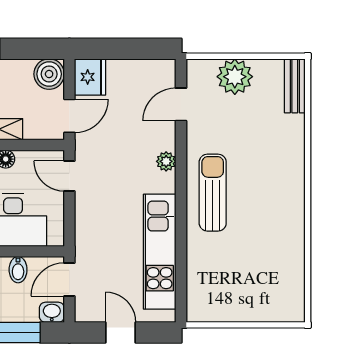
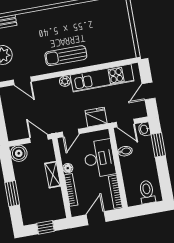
fridge: (90, 77) -> (96, 117), moved
plant: (166, 161) -> (65, 81), moved

